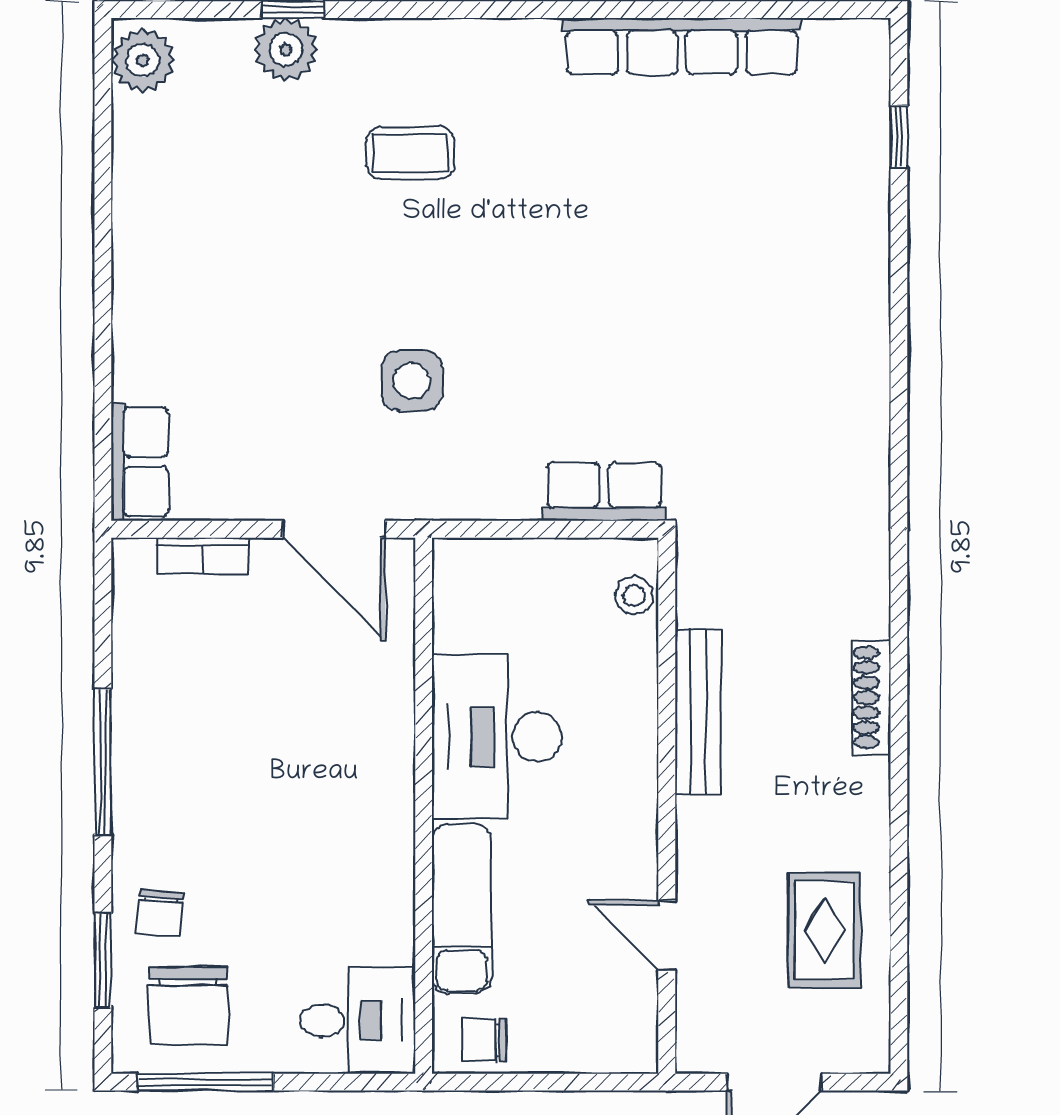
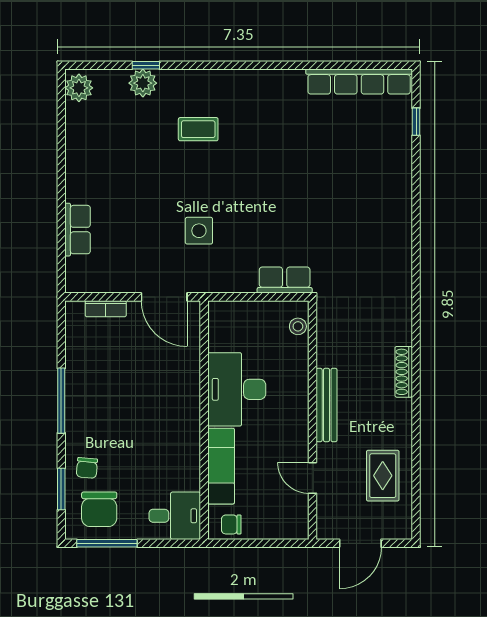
row of seats: (682, 46) -> (359, 82), moved
row of seats: (140, 462) -> (78, 230), moved
bench: (698, 712) -> (327, 405), moved

